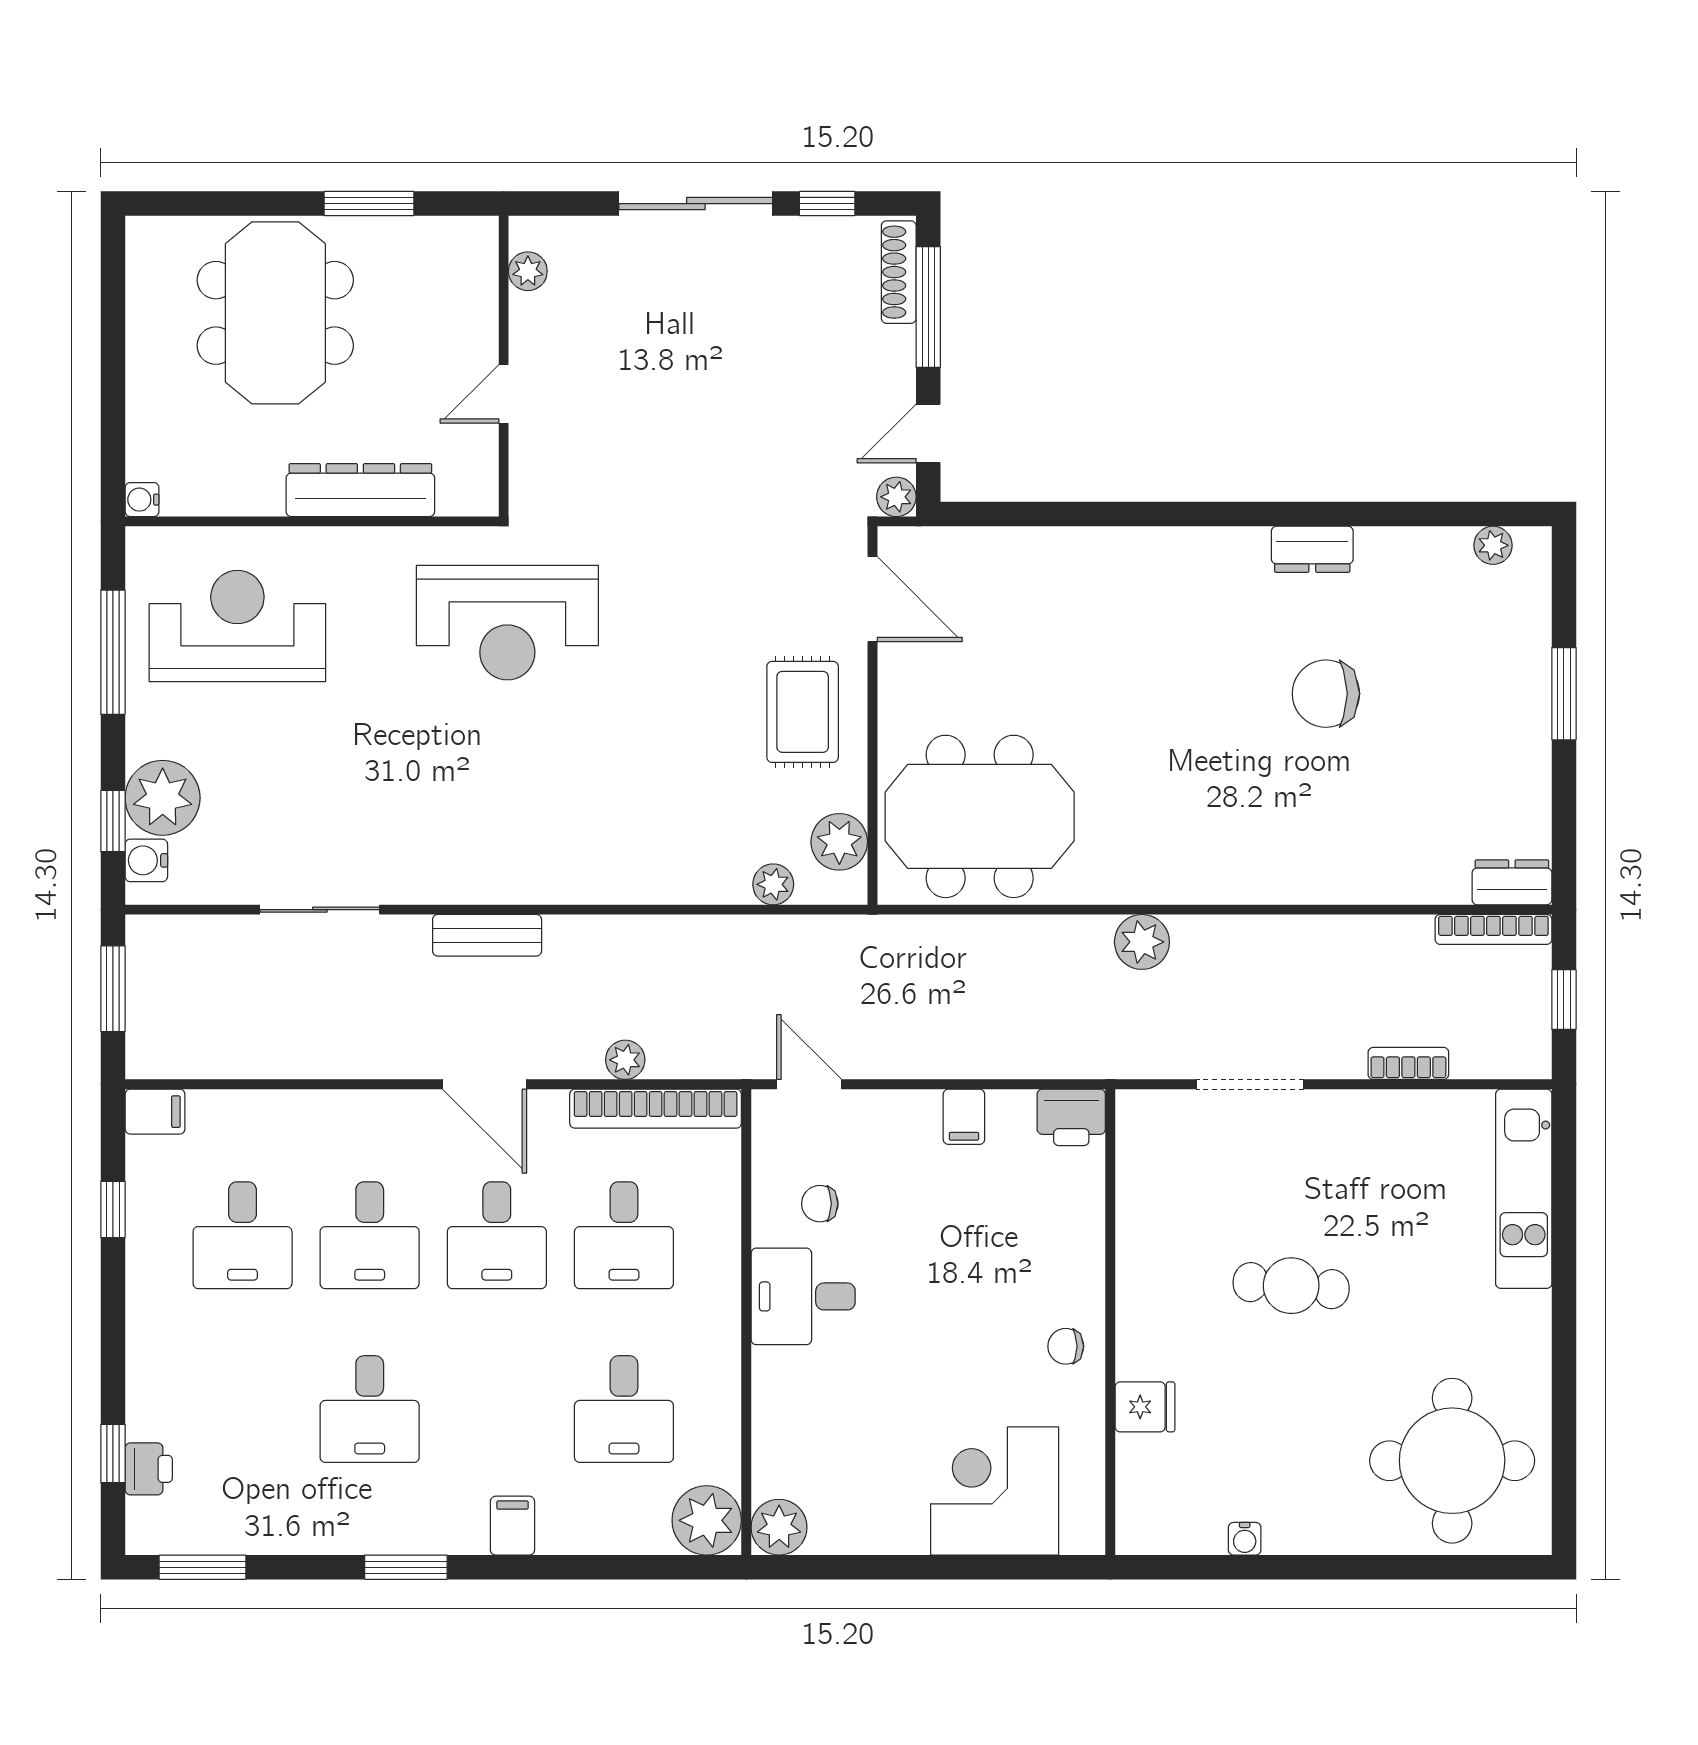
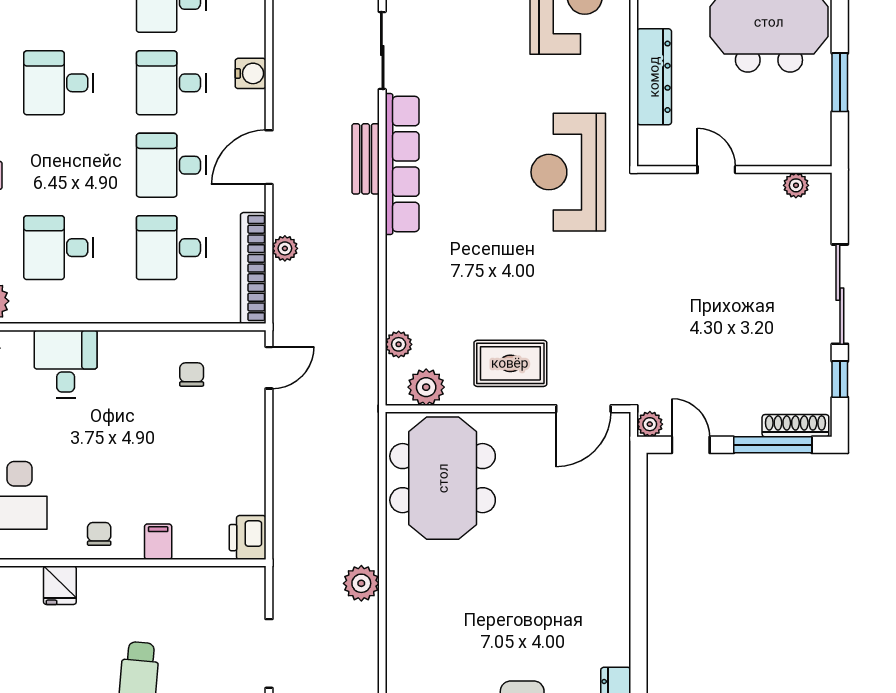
row of seats: (495, 879) -> (402, 164), added
water cooler: (355, 1113) -> (251, 73), added
filing cabinet: (964, 1117) -> (158, 542), moved, turned 90
desk: (803, 1296) -> (66, 364), moved

